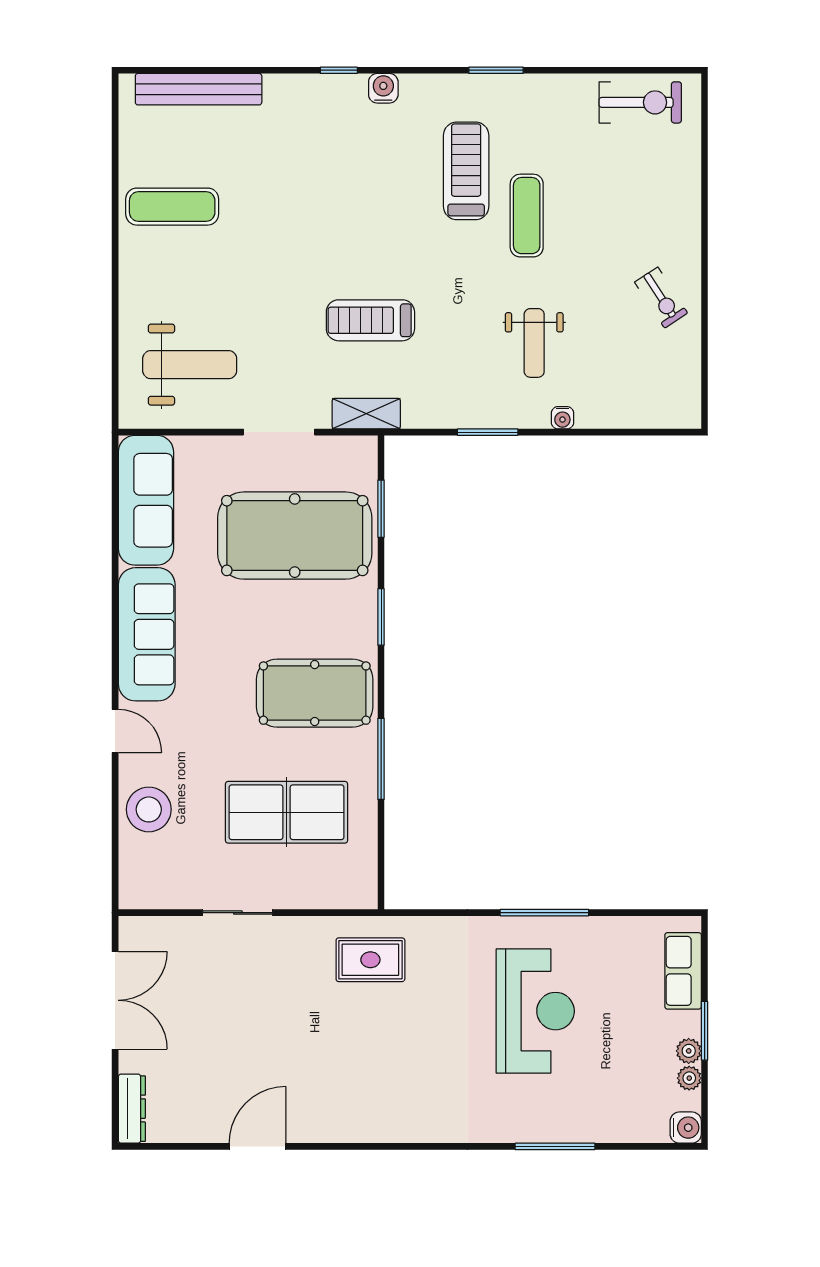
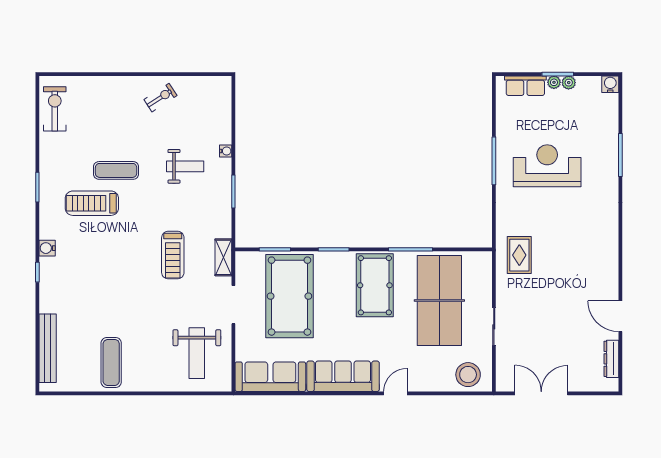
weight bench: (190, 365) -> (197, 353), turned 180
stool: (149, 809) -> (468, 375), moved
table tennis table: (286, 812) -> (439, 301), width x1.36, depth x1.32
plant: (689, 1078) -> (554, 82), moved
dresser: (132, 1109) -> (611, 359), moved, turned -90

